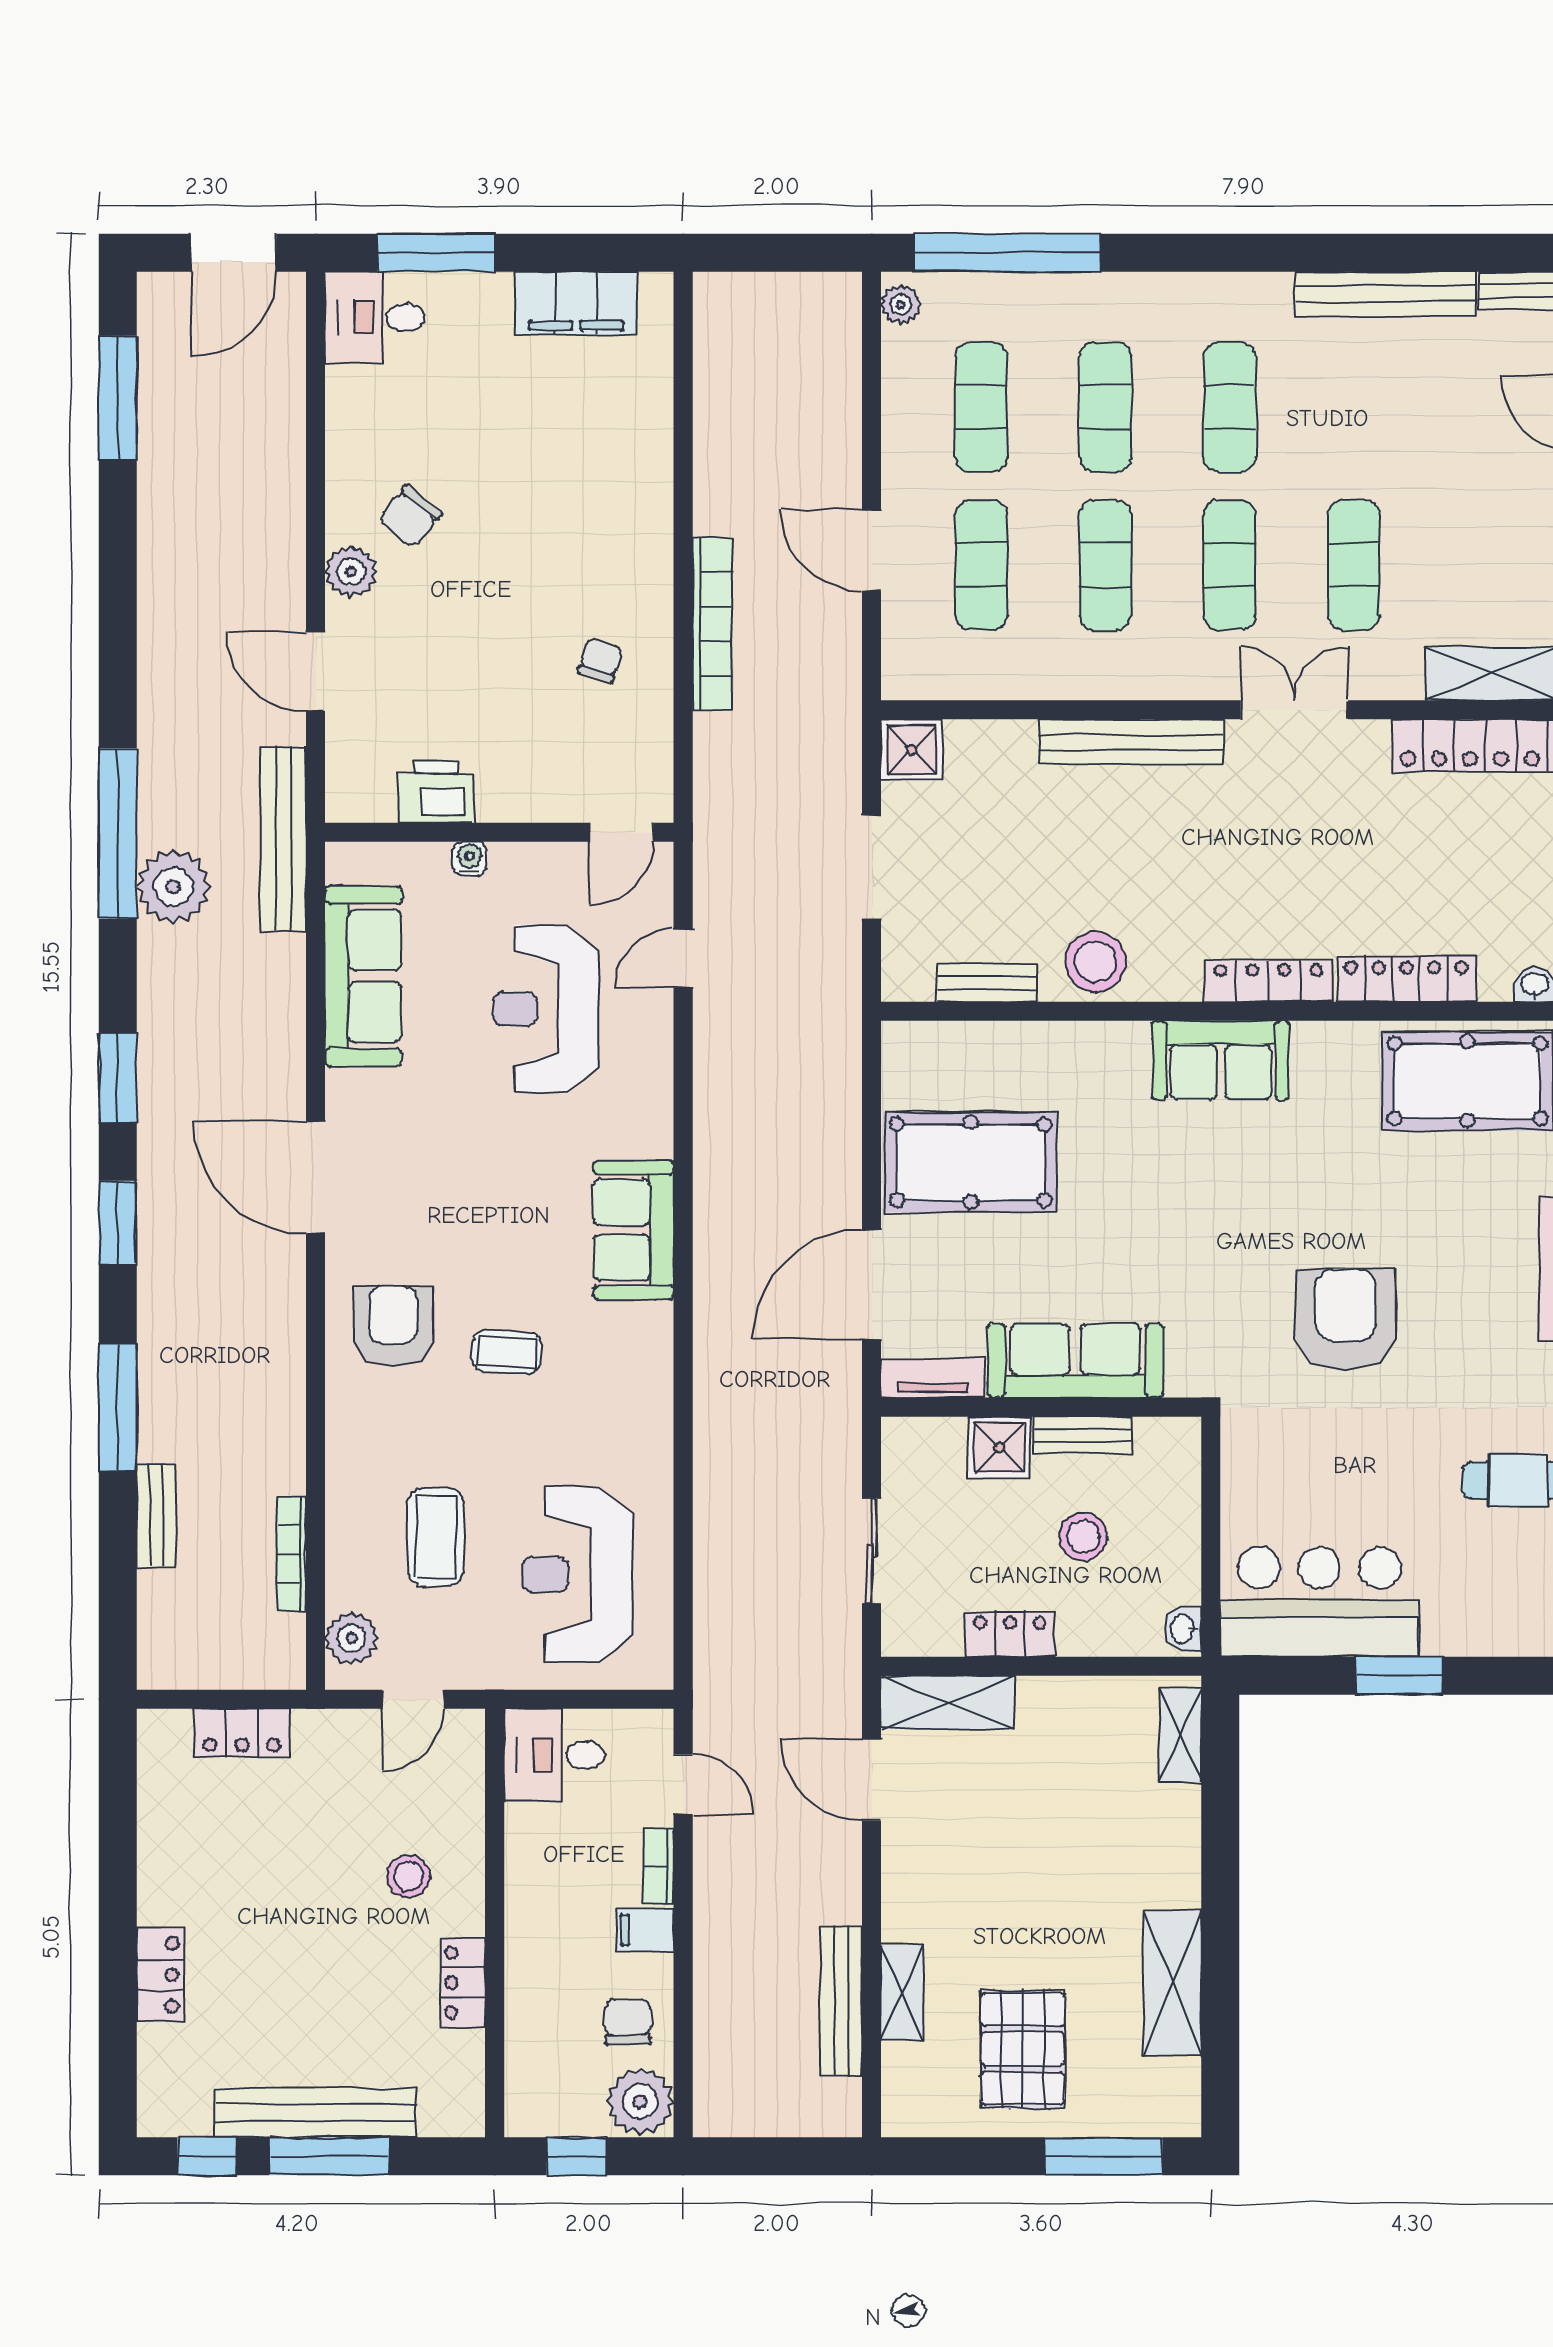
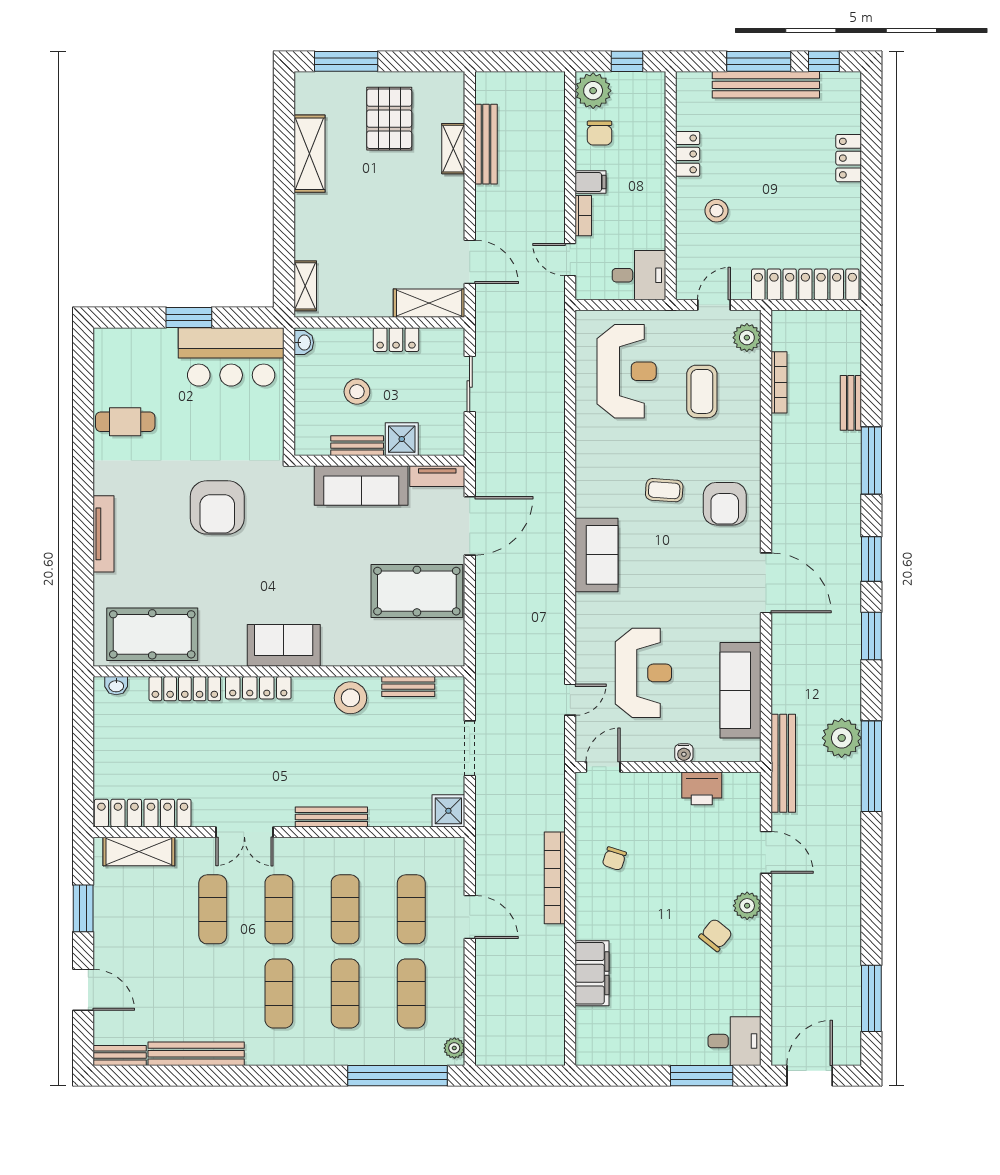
filing cabinet: (576, 303) -> (592, 973), moved, turned 90
bench: (1131, 742) -> (331, 817), width x0.73, depth x0.82
locker: (242, 1733) -> (805, 284), width x2.16, depth x1.21

